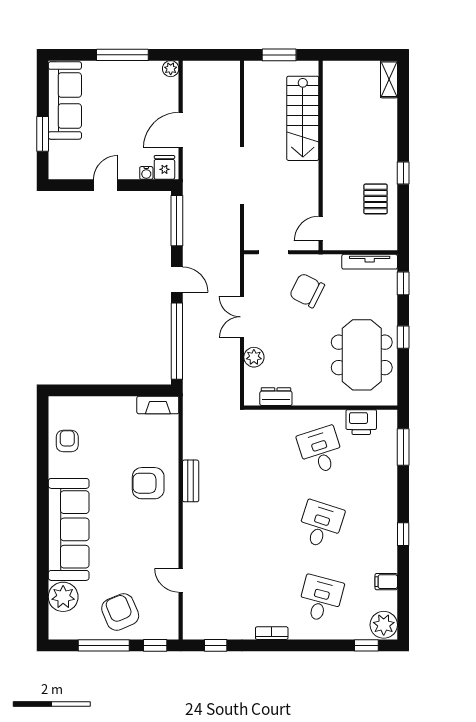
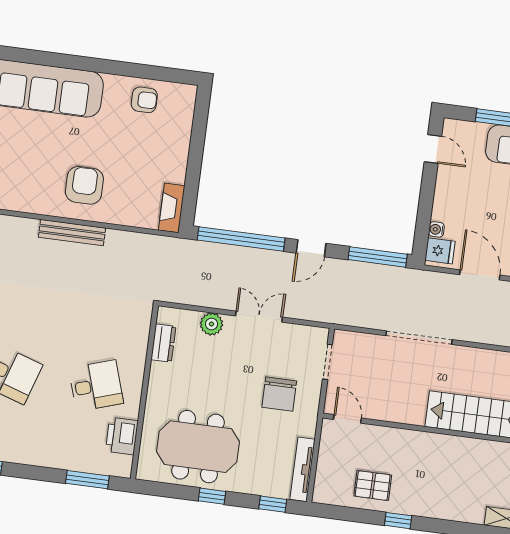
door: (106, 185) -> (433, 149), moved
chair: (307, 290) -> (279, 394), turned 153
bench: (191, 481) -> (72, 233), width x1.36

